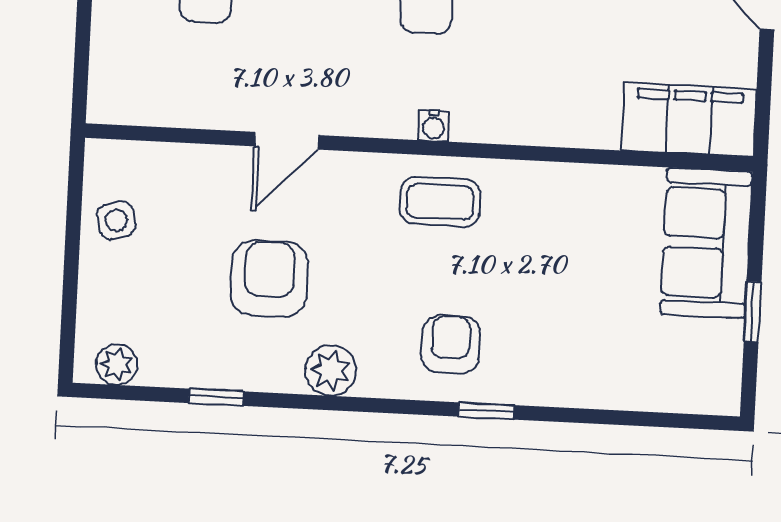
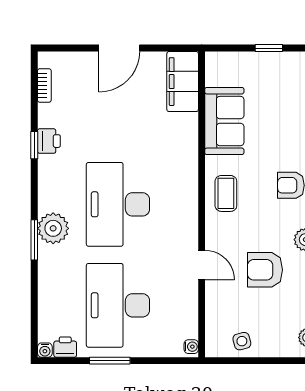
water cooler: (434, 126) -> (191, 347), moved
sofa: (706, 243) -> (224, 121), moved, turned -90

